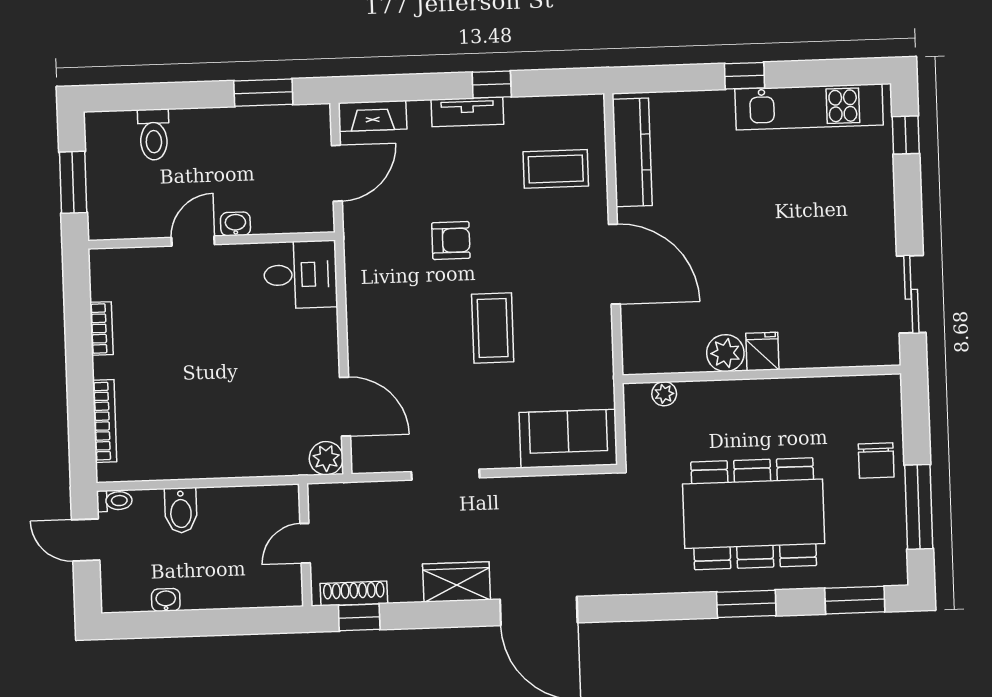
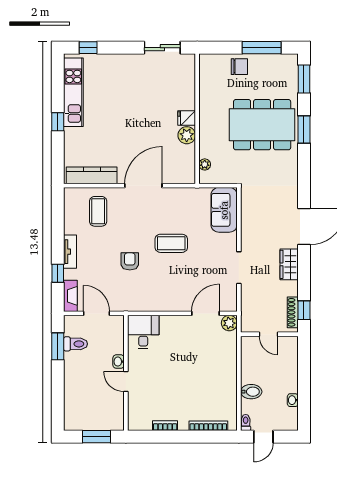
window: (492, 85) -> (58, 273), moved
toilet: (154, 135) -> (76, 344), moved
dining table: (754, 514) -> (262, 125), turned 90

